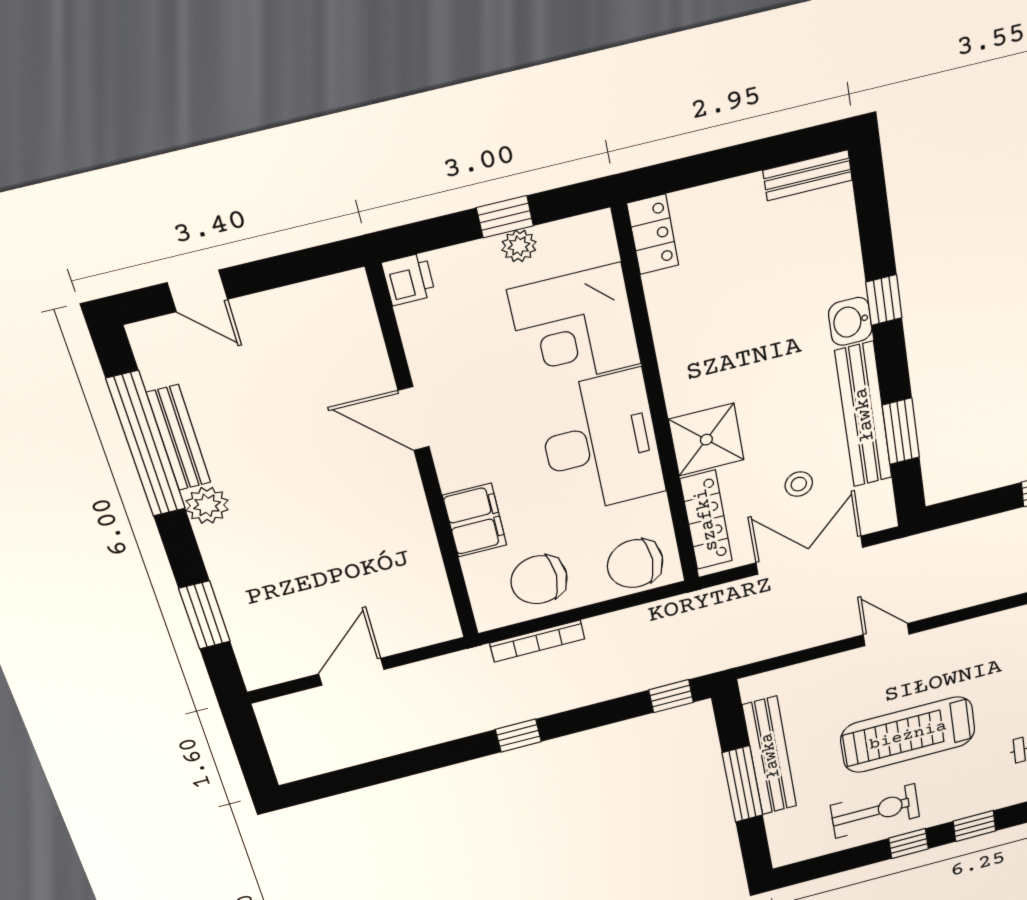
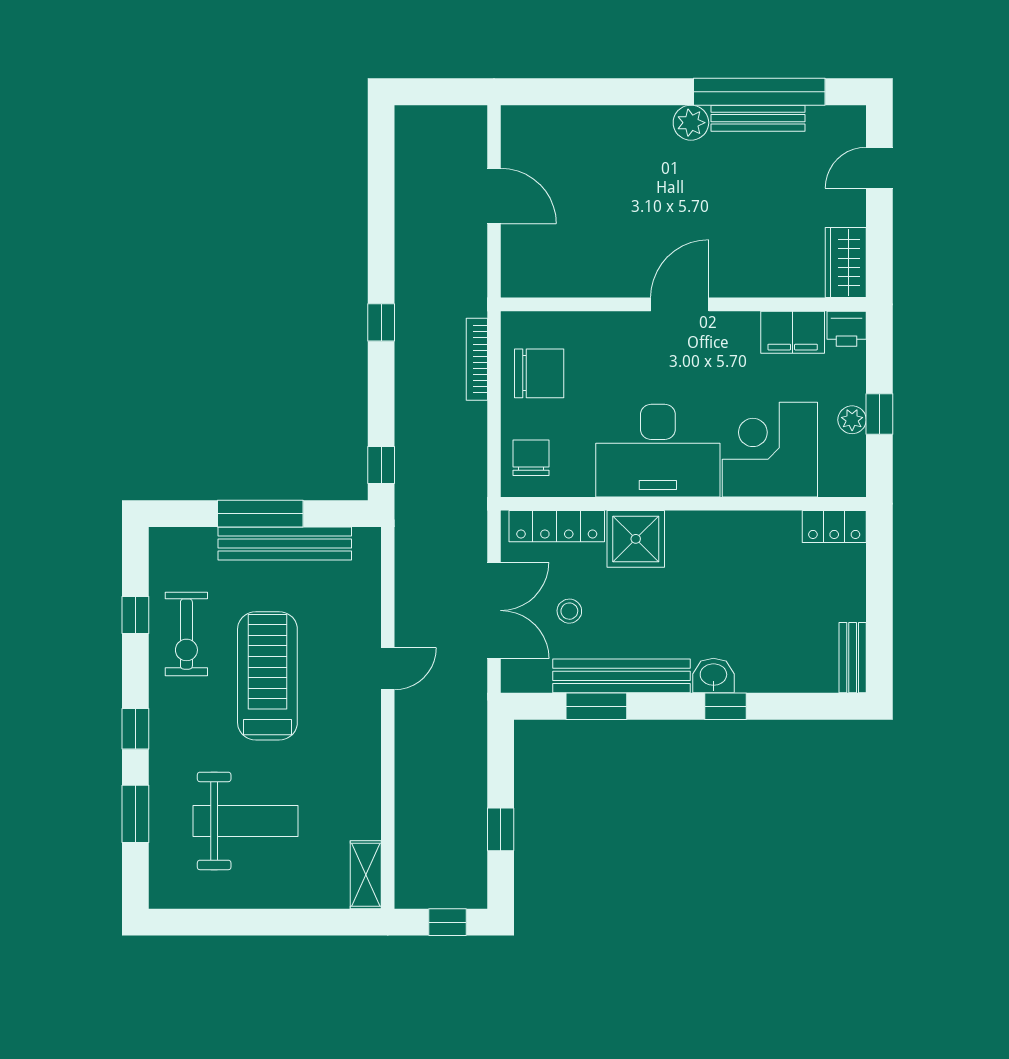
wardrobe: (327, 300) -> (846, 263), added
door: (414, 419) -> (680, 304), moved
filing cabinet: (475, 520) -> (793, 332), moved
chair: (635, 564) -> (531, 458), width x0.73, depth x0.73
chair: (539, 580) -> (539, 373), turned 90
window: (205, 615) -> (588, 92), removed
window: (908, 843) -> (135, 615), moved

